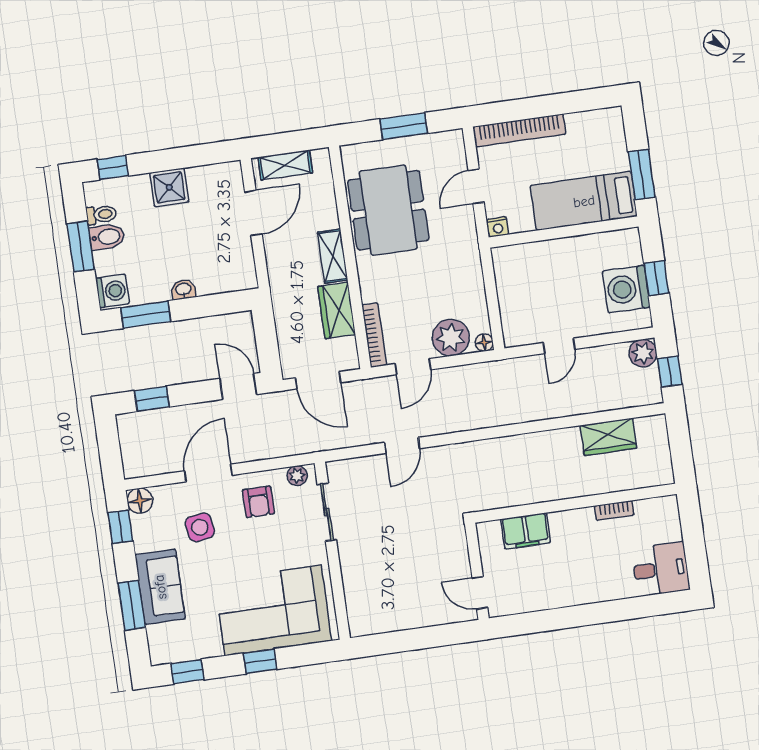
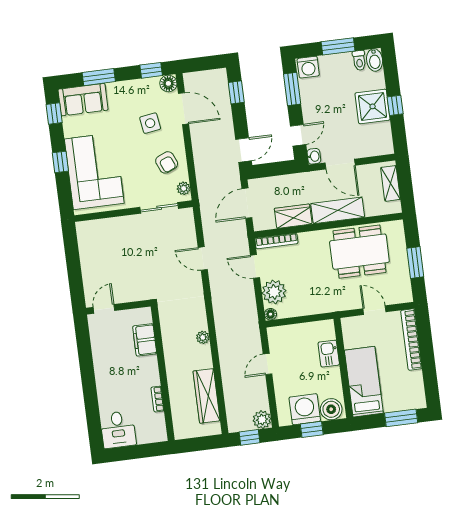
window: (113, 168) -> (395, 105), moved
window: (642, 175) -> (401, 418), moved
shower: (169, 187) -> (373, 106), width x1.36, depth x1.36
door: (253, 213) -> (340, 164), moved
nightstand: (498, 227) -> (347, 324), removed
bidet: (107, 237) -> (375, 60), moved
boiler: (626, 249) -> (331, 409), added
kitchen sink: (542, 254) -> (329, 354), added
shelving: (333, 256) -> (338, 210), width x1.50, depth x1.33
washbasin: (183, 290) -> (314, 156), moved
door: (215, 305) -> (298, 135), added
door: (559, 346) -> (268, 364), hinge flipped
wardrobe: (608, 437) -> (207, 396), width x1.50
plant: (521, 444) -> (203, 337), added
door: (208, 473) -> (184, 109), moved
armchair: (258, 502) -> (167, 162), turned -113
sofa: (160, 587) -> (83, 100), moved

